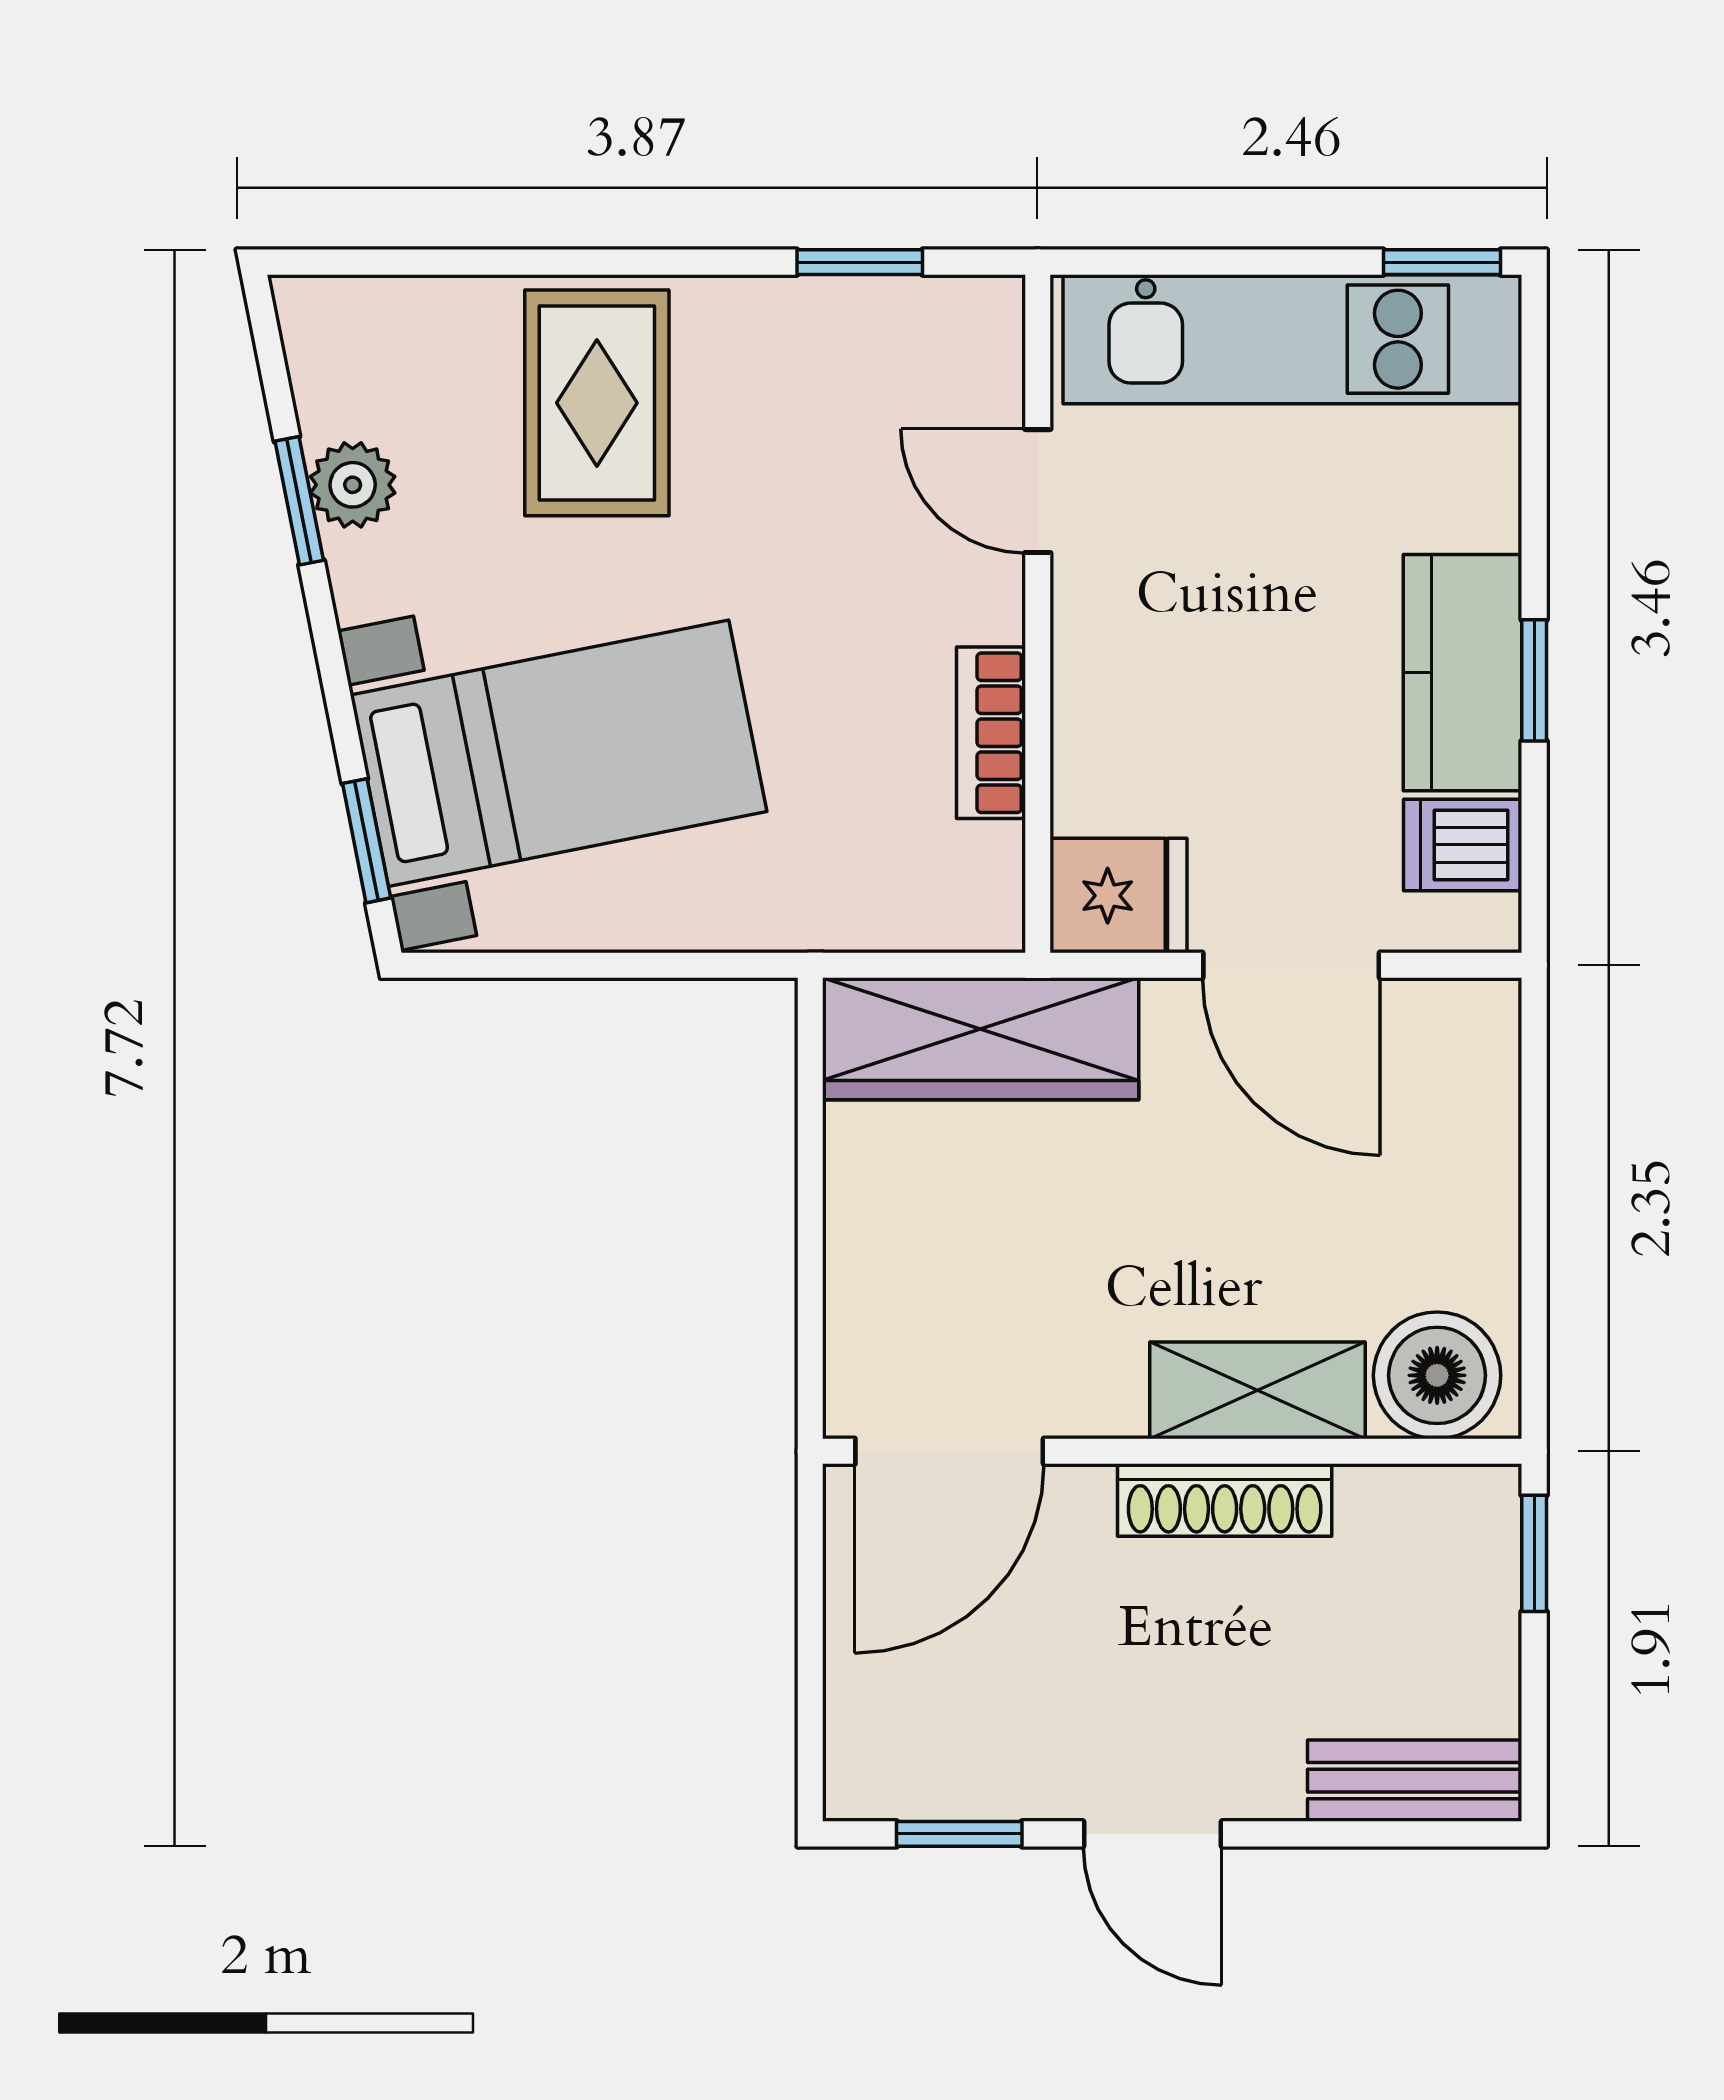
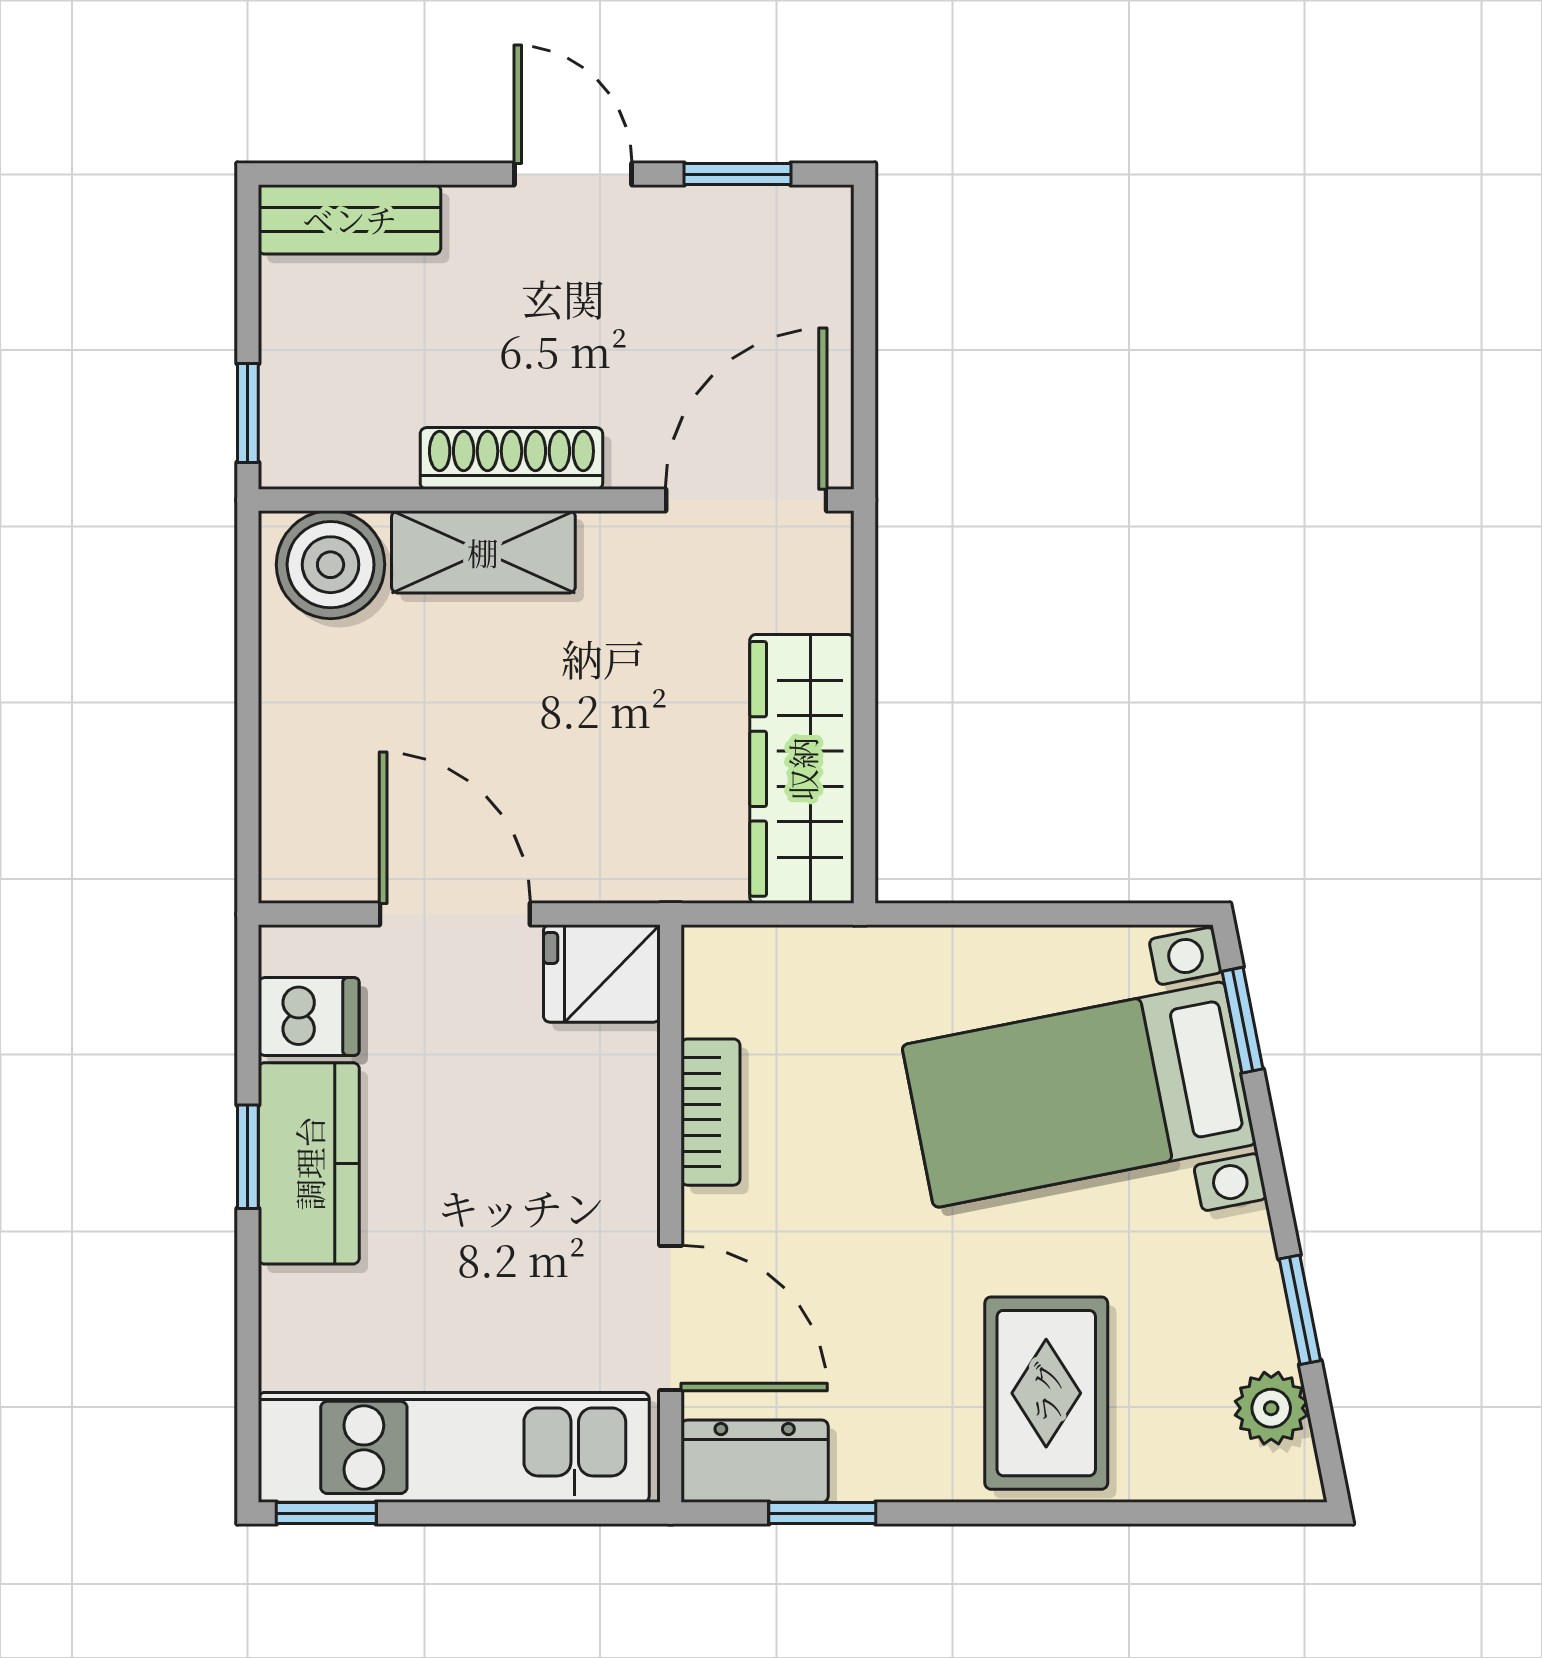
dresser: (939, 323) -> (755, 1461), added
plant: (353, 485) -> (1271, 1408), moved
door: (1038, 491) -> (671, 1318), width x1.38
wardrobe: (981, 1039) -> (802, 769), moved, turned -90

